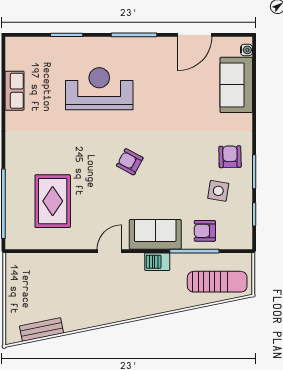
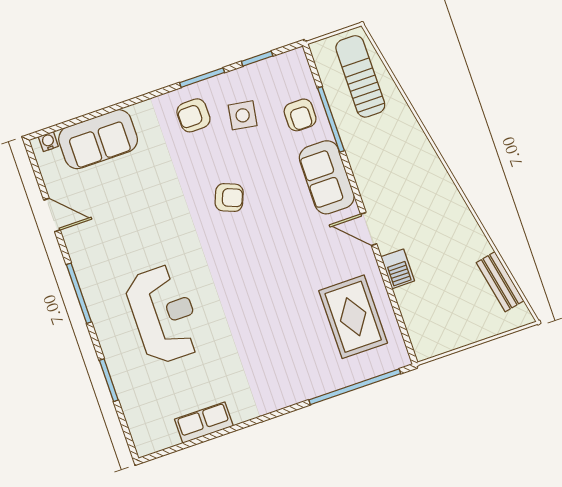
door: (195, 35) -> (52, 215), width x0.73
reception desk: (99, 89) -> (164, 314), turned 180
armchair: (130, 162) -> (229, 198), moved, turned -96
rug: (53, 201) -> (353, 317), moved, turned 90
barbecue: (157, 262) -> (398, 269), moved

